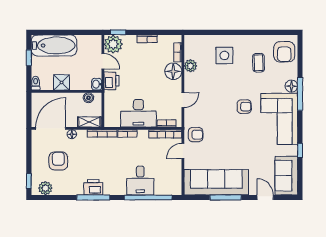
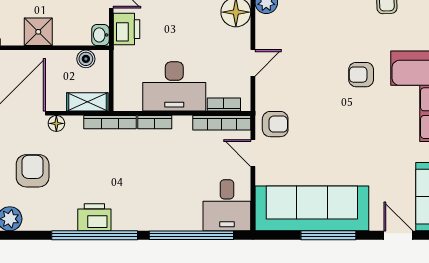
armchair: (244, 107) -> (361, 75), turned 180
door: (183, 151) -> (253, 153), hinge flipped
desk: (140, 181) -> (227, 205), moved
window: (93, 197) -> (95, 235), width x1.46

